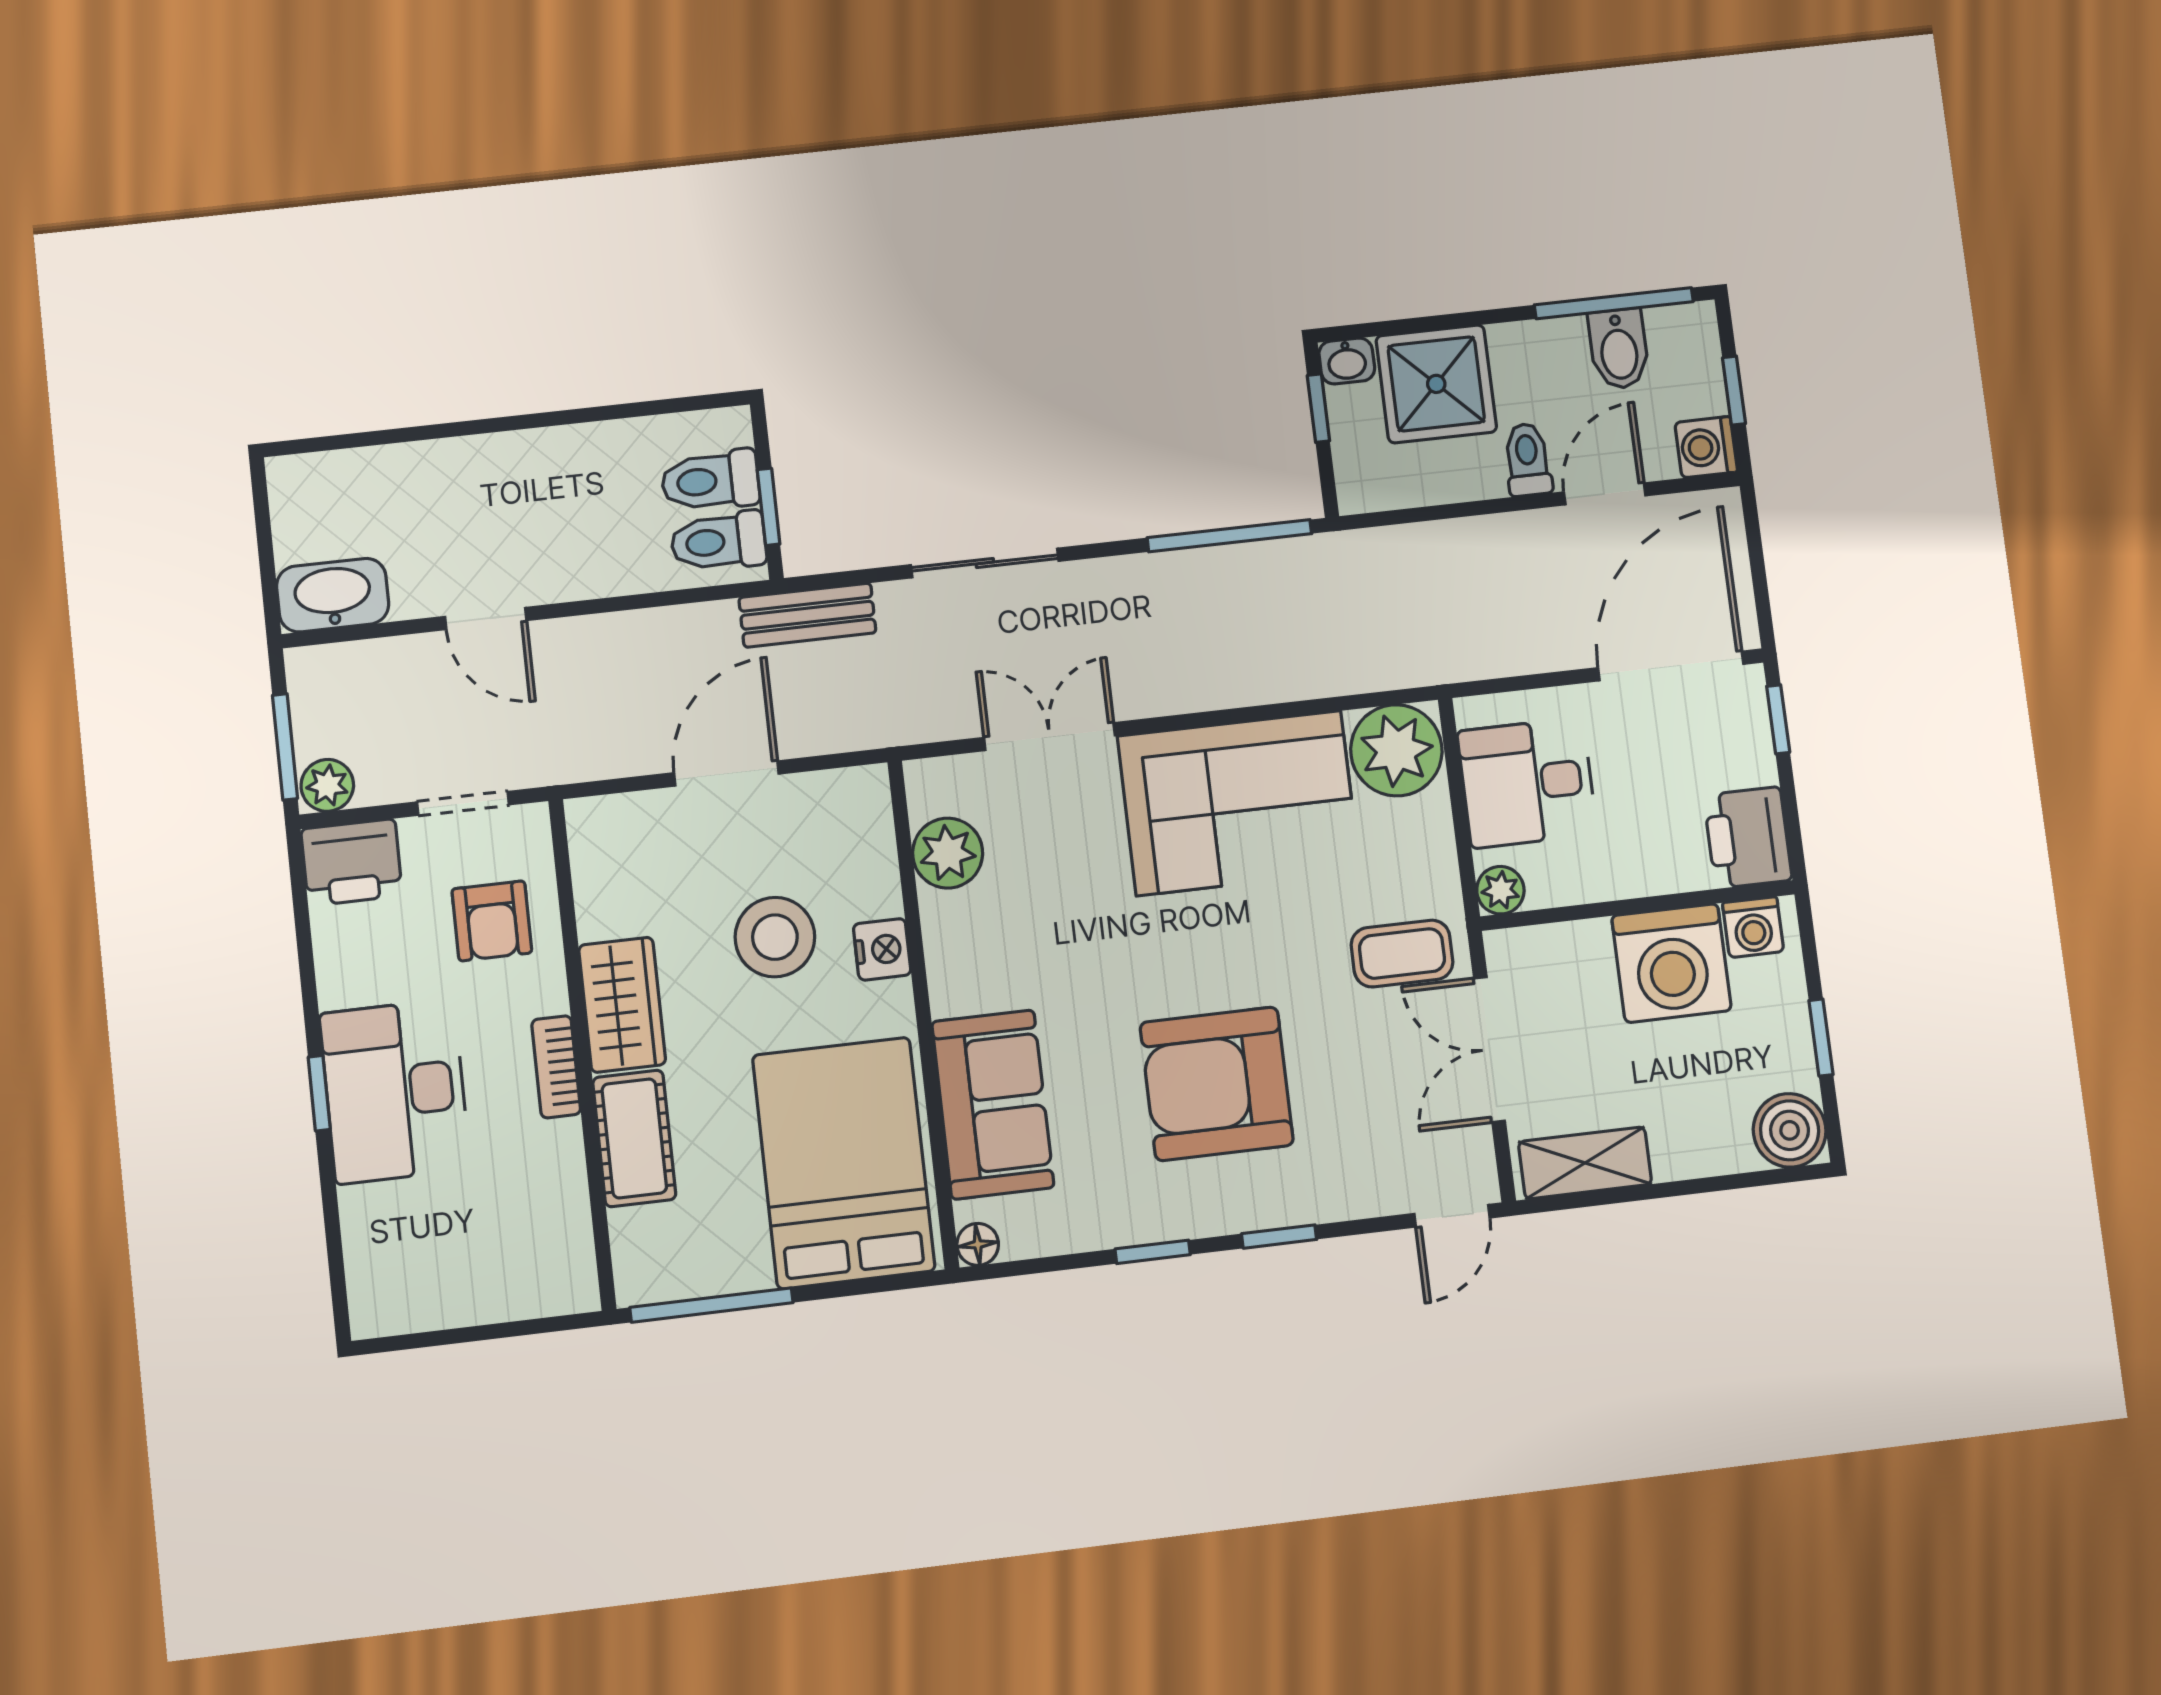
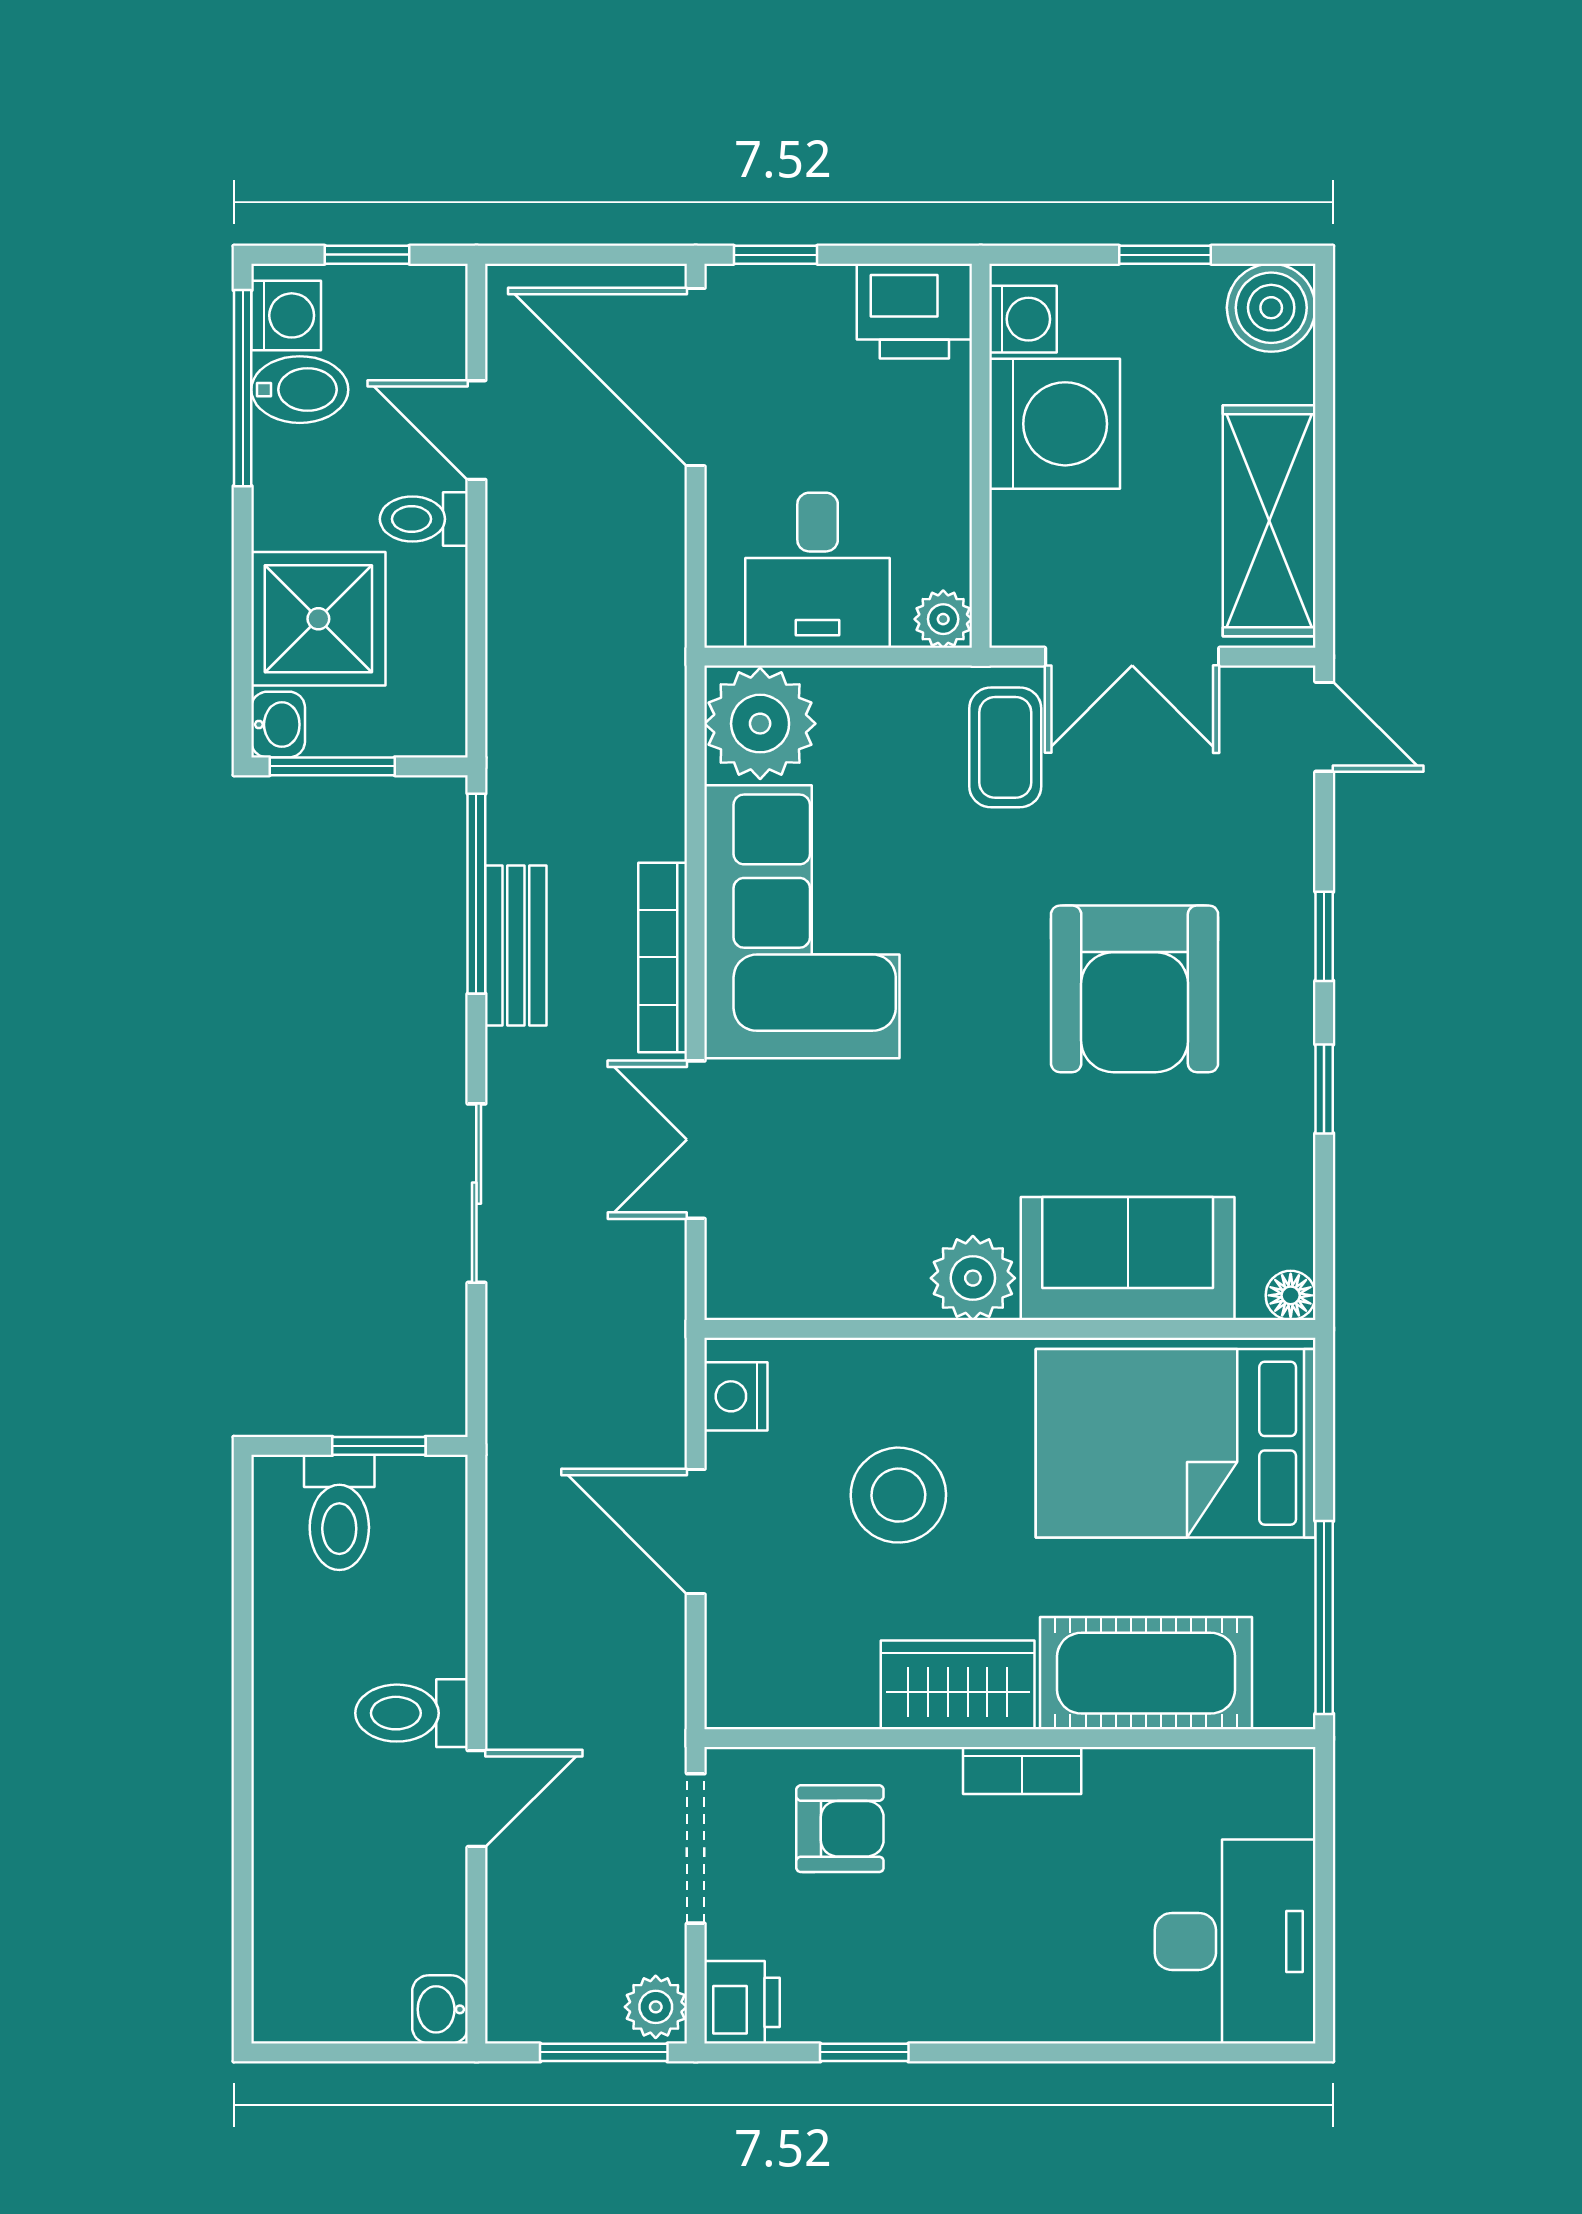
window: (1318, 408) -> (332, 766), width x1.50
washing machine: (1706, 447) -> (286, 315), moved, turned -90
toilet: (718, 542) -> (412, 1713), moved, turned 90
washbasin: (333, 595) -> (440, 2009), width x0.52, depth x0.69
bench: (807, 615) -> (516, 946), moved
bookcase: (1196, 693) -> (663, 957), added
doorway: (463, 803) -> (696, 1848), width x1.38
plant: (948, 853) -> (973, 1278), moved
printer: (352, 862) -> (742, 2002), width x0.73, depth x0.81
nightstand: (882, 949) -> (736, 1396), moved, turned -90
desk: (395, 1091) -> (1235, 1941), moved, turned -90
window: (319, 1093) -> (864, 2052), moved
cot: (634, 1138) -> (1146, 1673), width x1.37, depth x1.34
shelving: (1585, 1163) -> (1269, 521), width x1.50, depth x1.33

